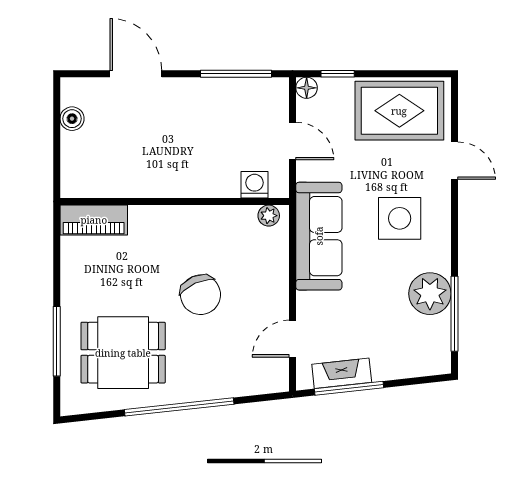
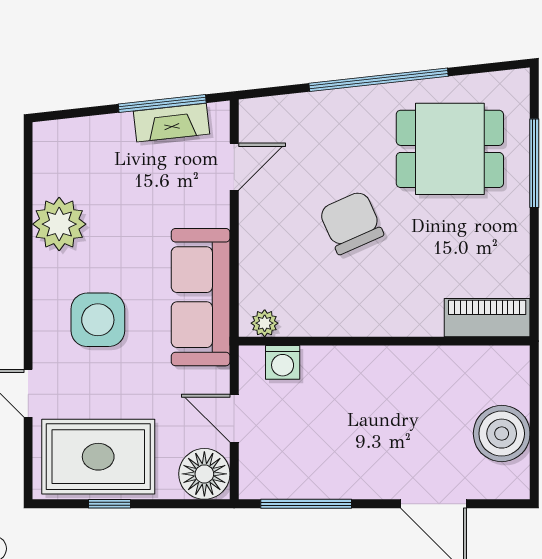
window: (338, 74) -> (110, 504), moved
floor lamp: (307, 88) -> (204, 474), width x1.89, depth x1.89
boiler: (72, 119) -> (502, 434), width x1.86, depth x1.86
window: (454, 314) -> (28, 198), removed

